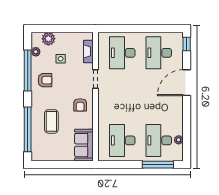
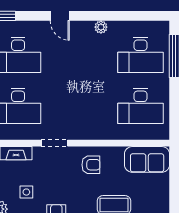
door: (187, 83) -> (60, 16), width x0.53
plant: (179, 140) -> (101, 27), moved

